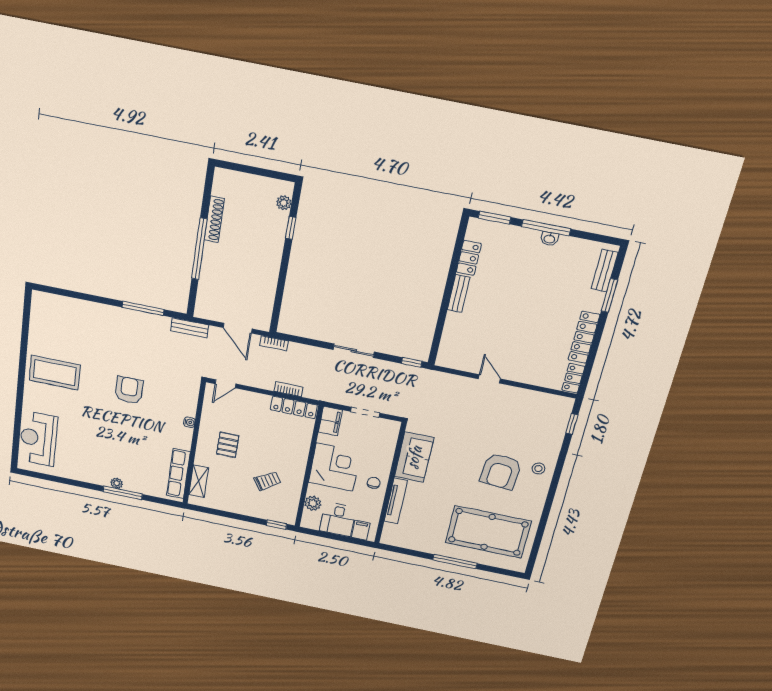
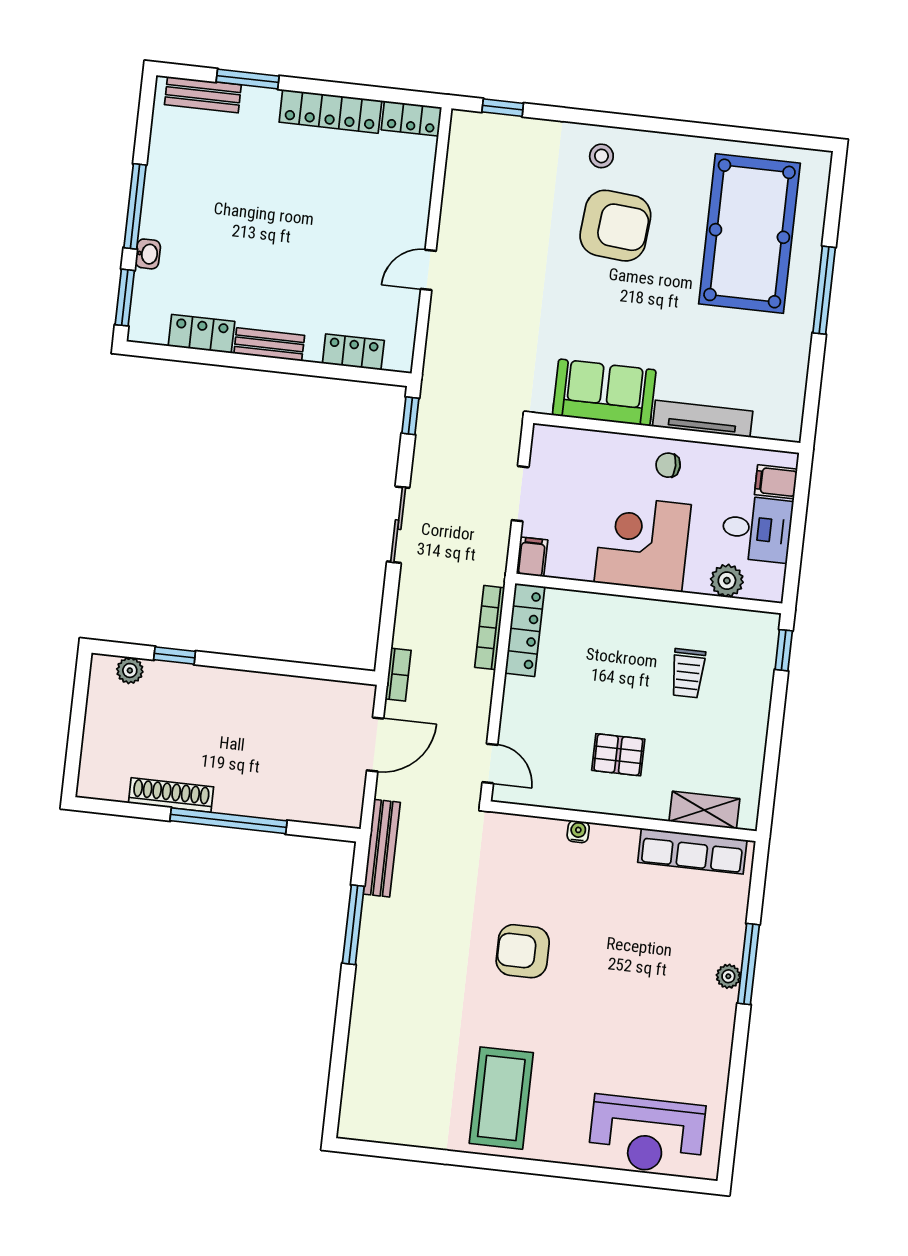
washbasin: (549, 239) -> (148, 254), moved
bench: (190, 328) -> (382, 848), width x1.36
locker: (449, 337) -> (353, 352), added
bookcase: (288, 389) -> (490, 628), width x1.56
filing cabinet: (330, 421) -> (532, 557), width x0.50
trolley: (267, 481) -> (688, 673), turned -147

